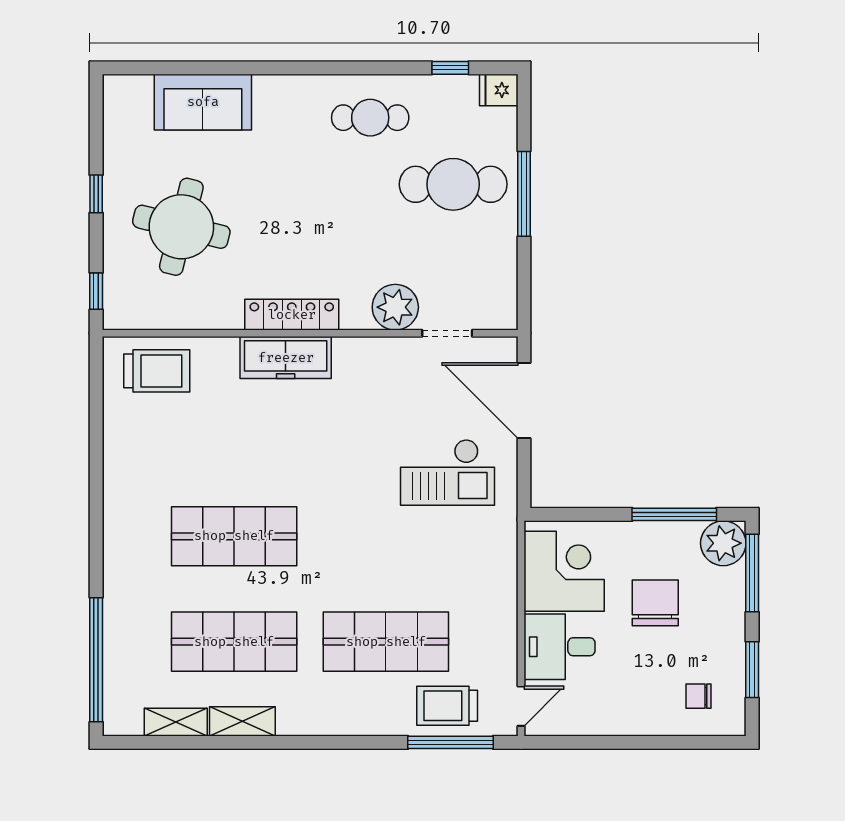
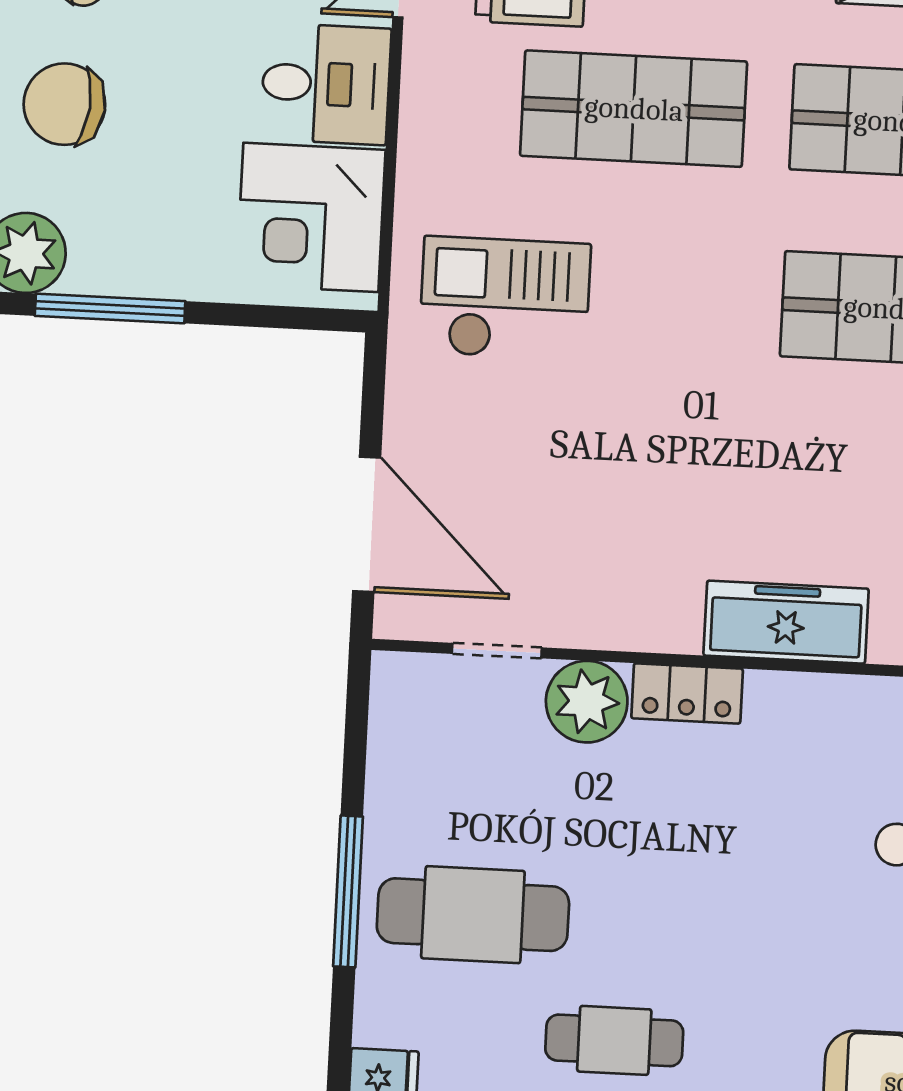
locker: (292, 315) -> (687, 693), moved, width x0.66
checkout: (447, 472) -> (505, 298), moved
chair: (655, 603) -> (64, 104), moved, turned 96

